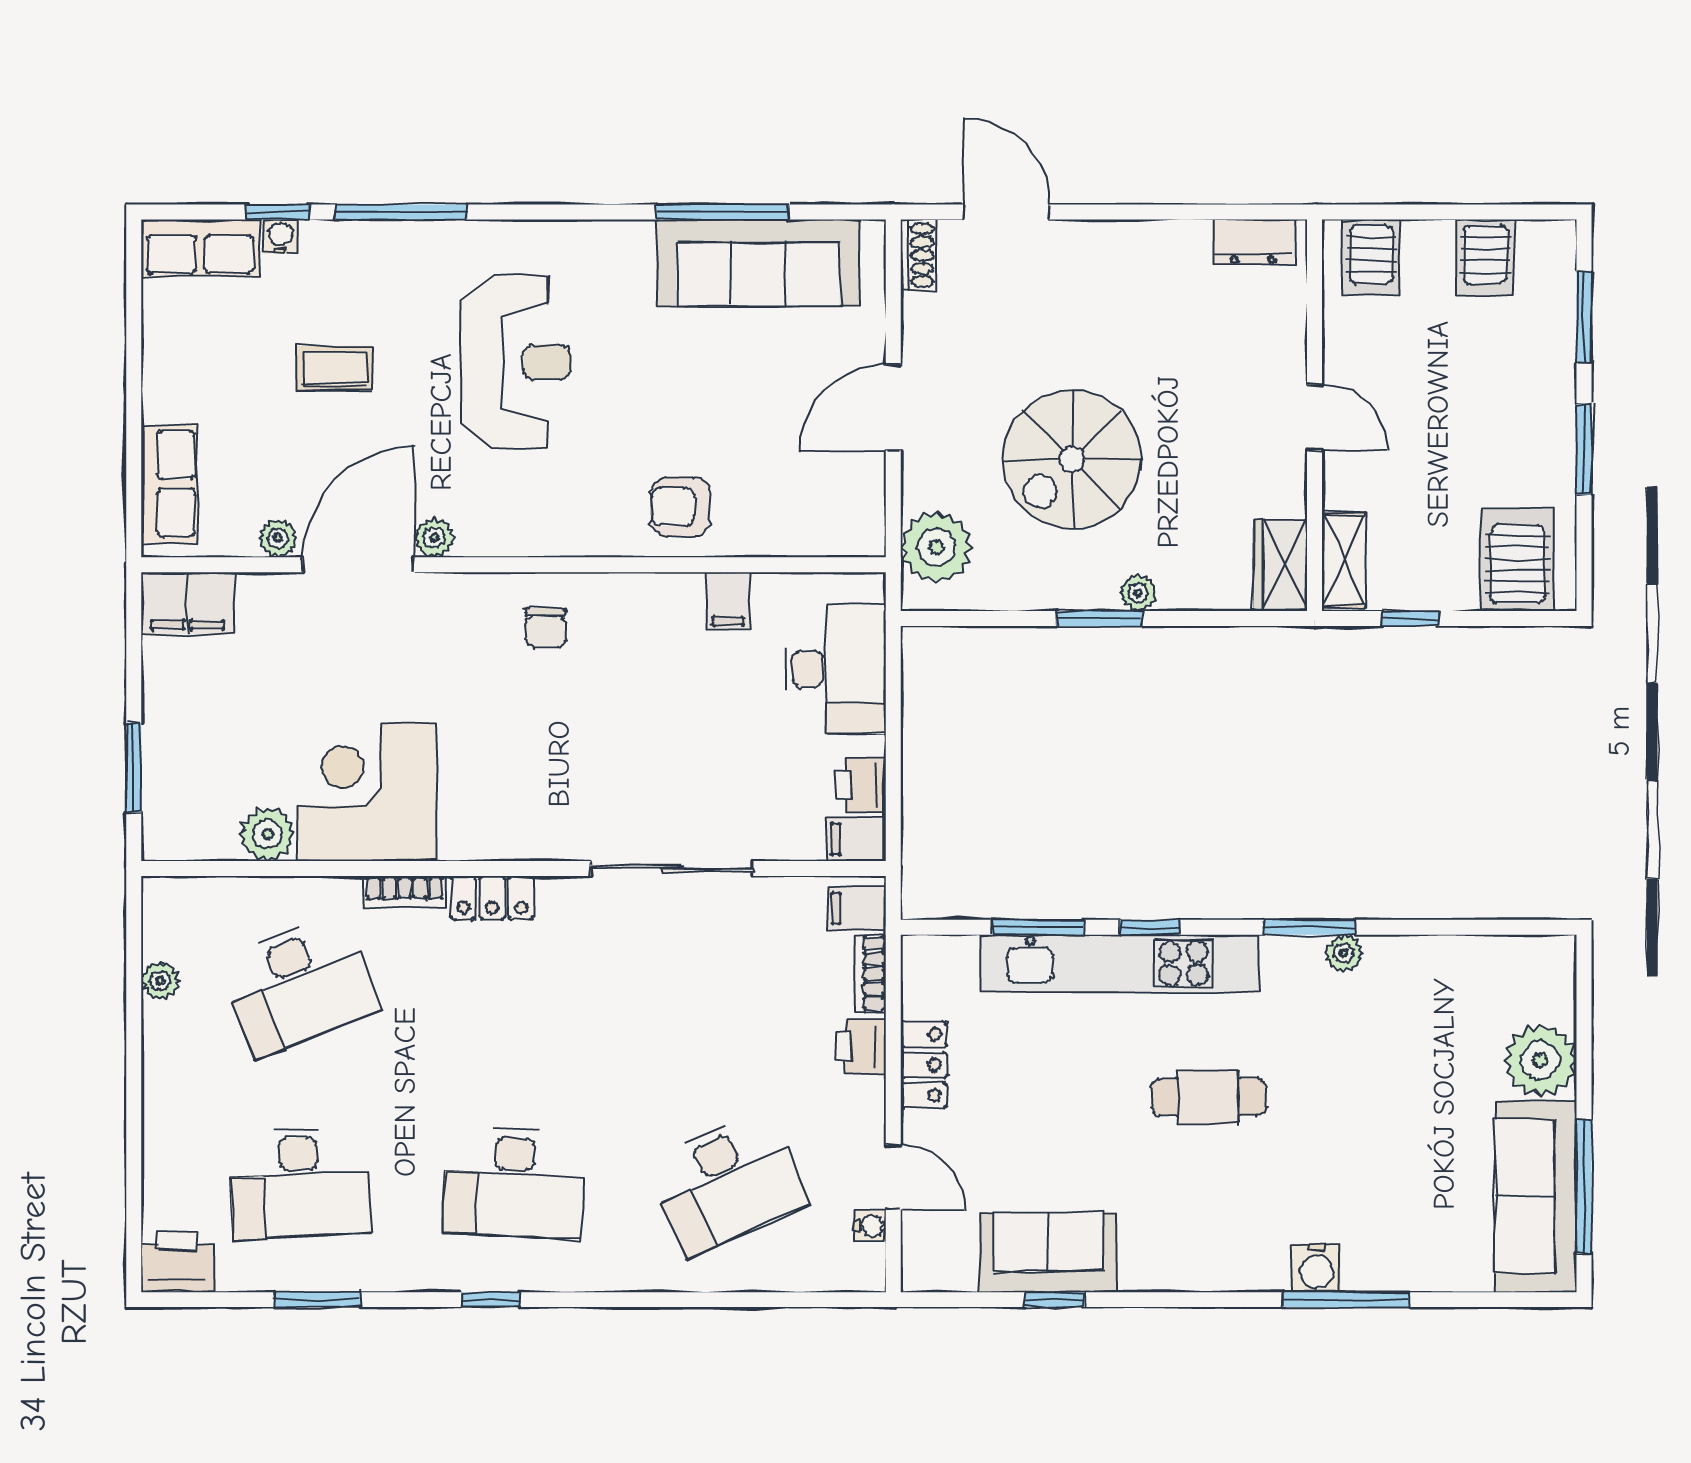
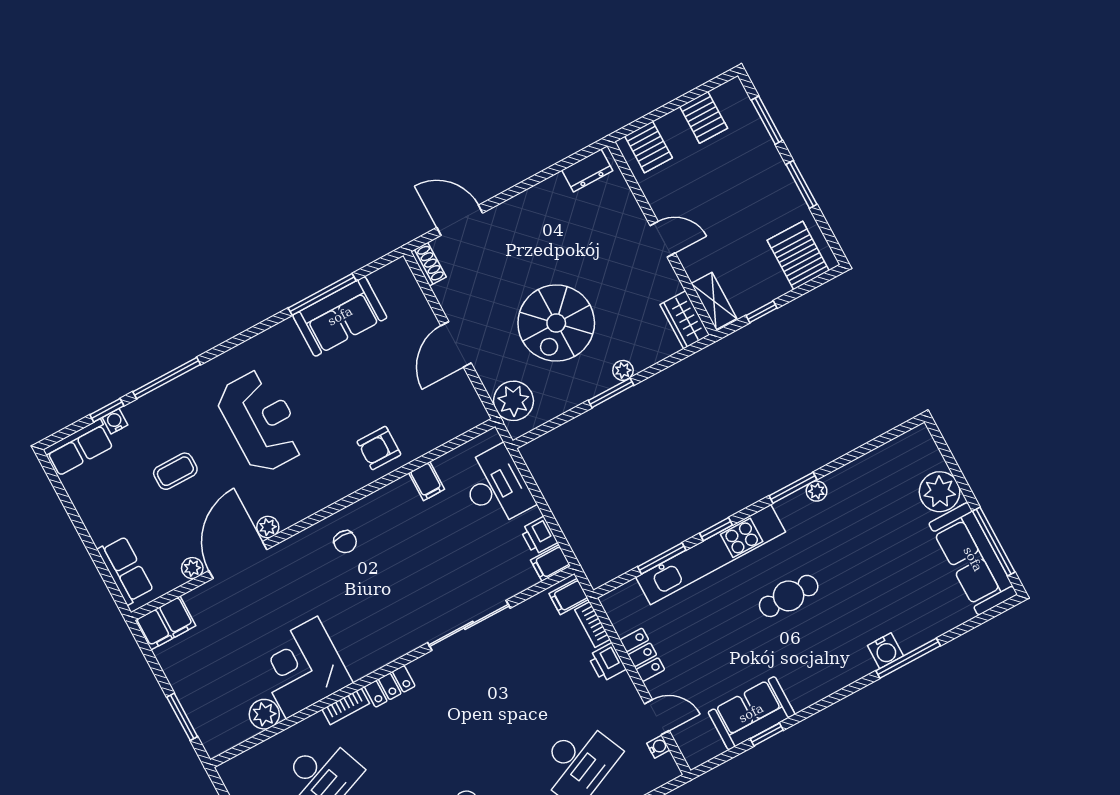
sofa: (758, 263) -> (340, 316), width x0.73

